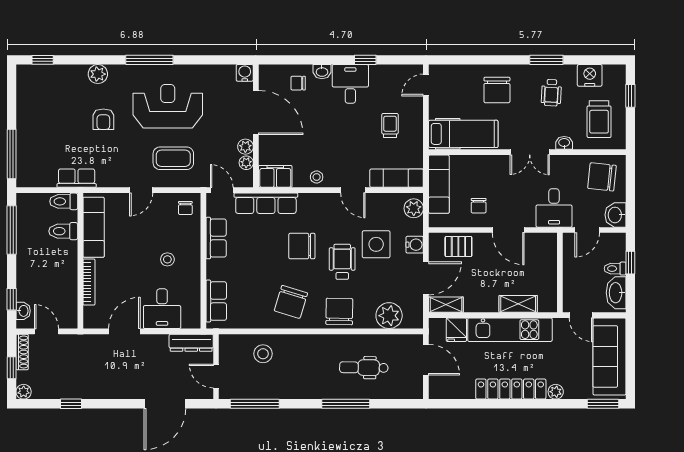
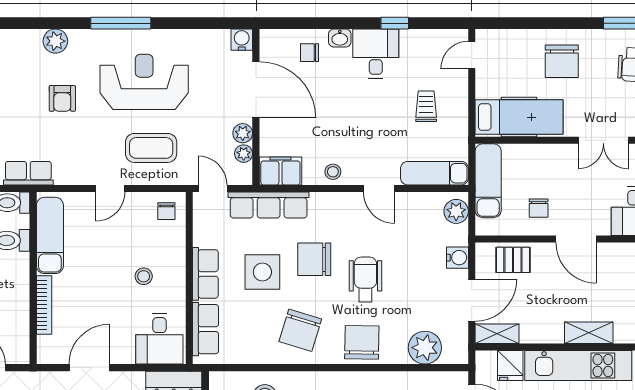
row of seats: (216, 238) -> (205, 274), moved
side table: (376, 244) -> (262, 272), moved
desk: (162, 309) -> (159, 339), moved

